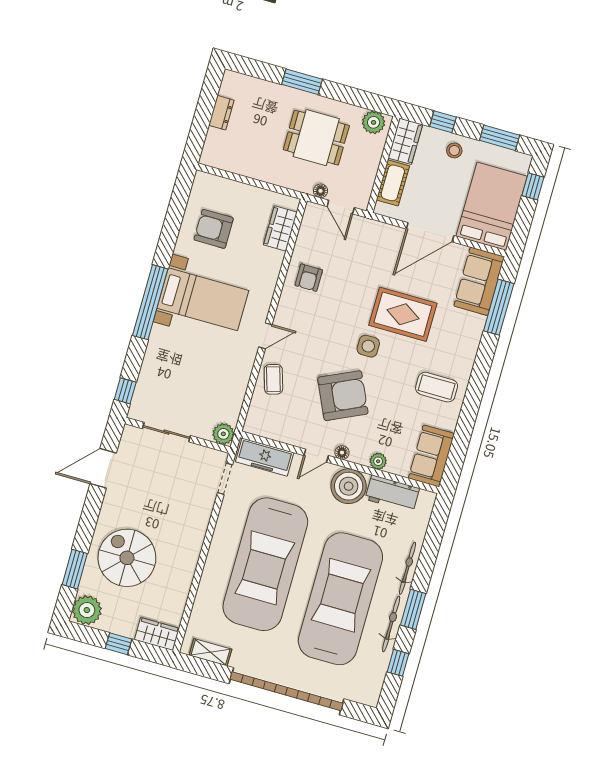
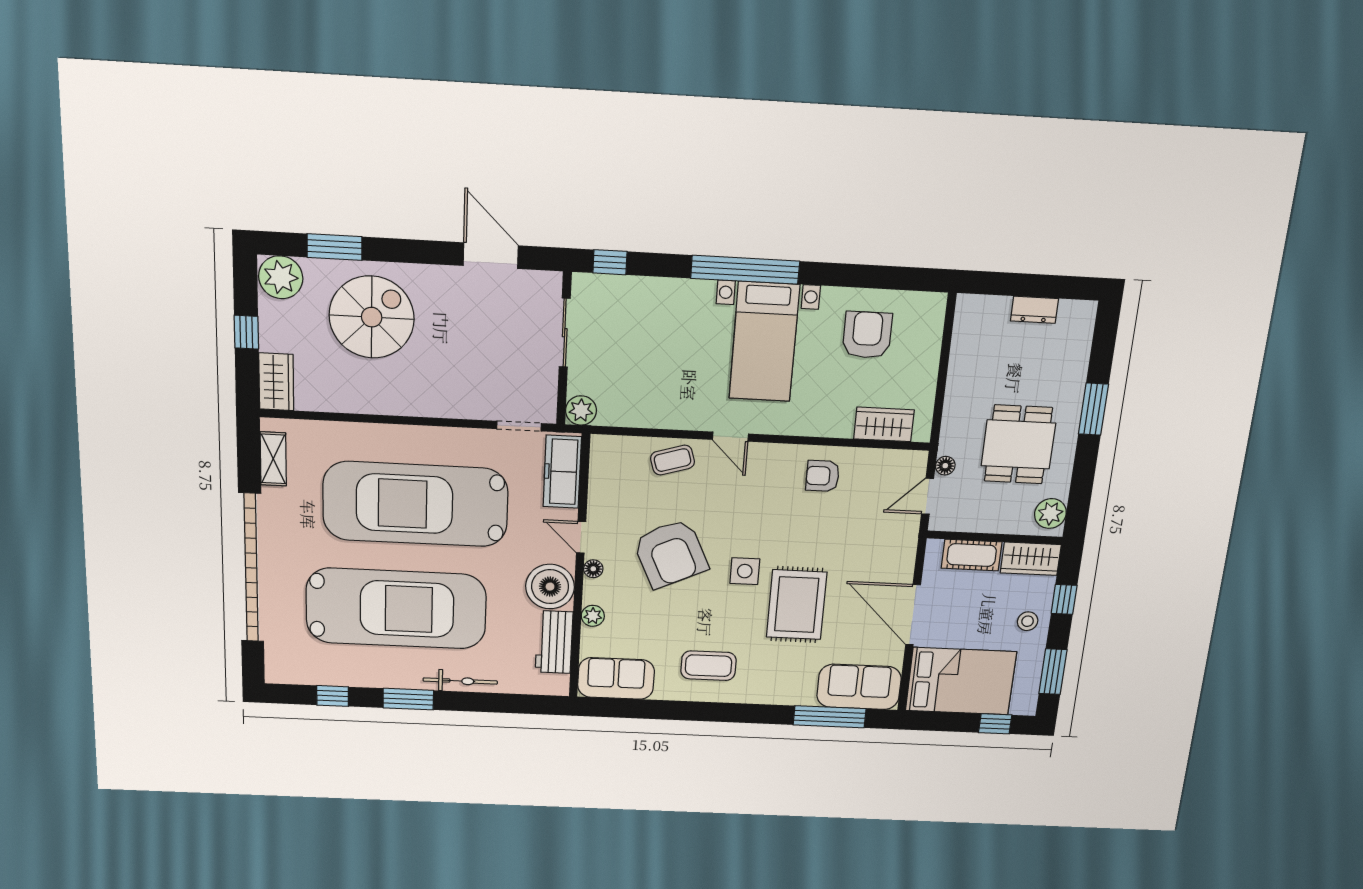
coffee table: (437, 387) -> (709, 666), turned 90
bicycle: (391, 624) -> (381, 677), removed

